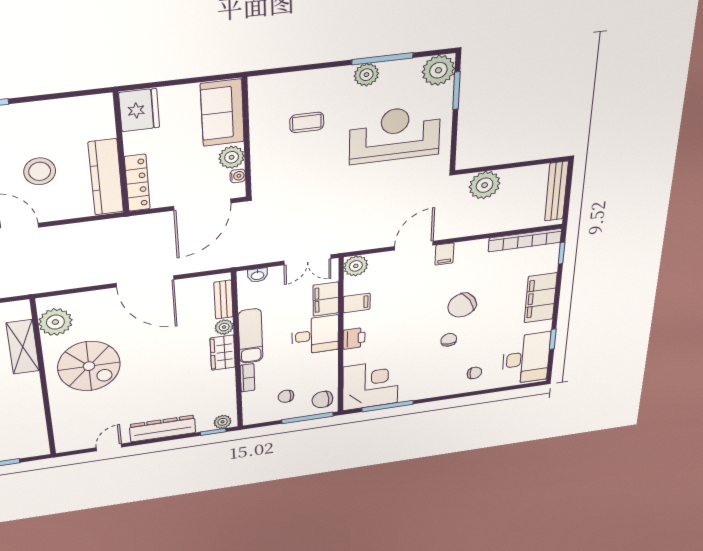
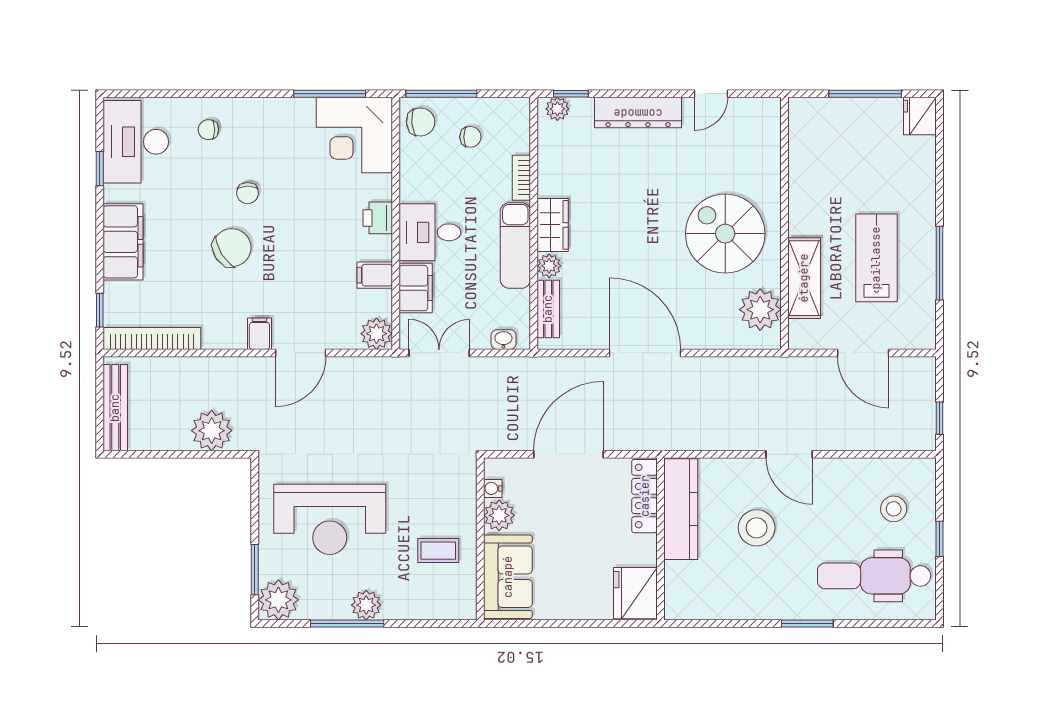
sofa: (222, 113) -> (508, 577), moved
wall: (247, 138) -> (480, 539), moved
plant: (232, 157) -> (499, 515), moved
water cooler: (238, 176) -> (493, 488), moved

